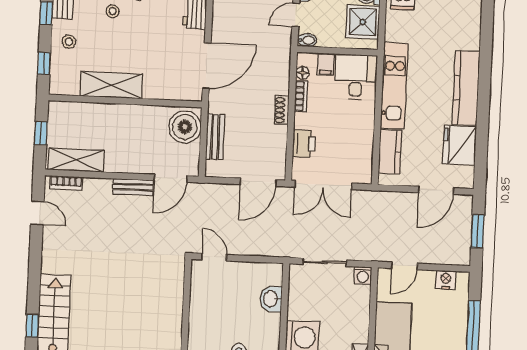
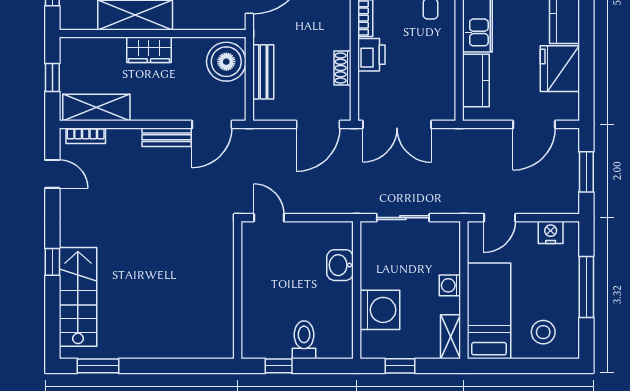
shoe rack: (282, 110) -> (343, 68), moved
wardrobe: (122, 114) -> (149, 50), added
printer: (304, 144) -> (371, 55), moved
washing machine: (363, 275) -> (450, 285), moved, turned 90
window: (32, 326) -> (52, 262), moved

